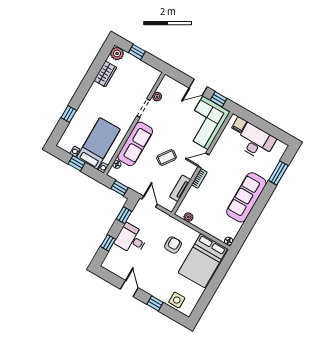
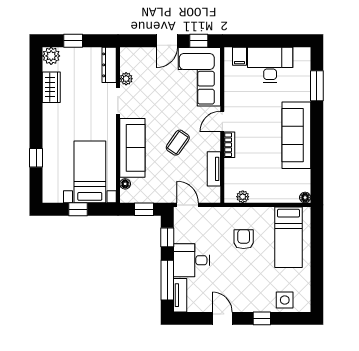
dresser: (151, 81) -> (109, 65), added
window: (108, 243) -> (167, 280), width x2.17
tv unit: (111, 257) -> (180, 295), added
bed: (203, 261) -> (288, 237), width x0.67

